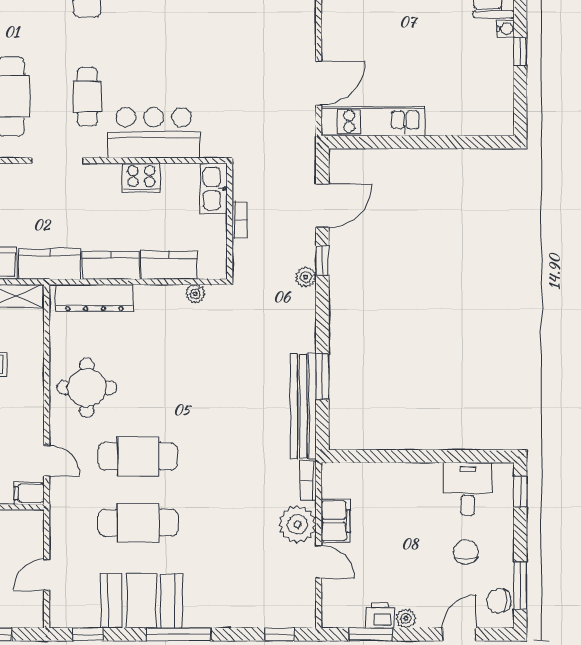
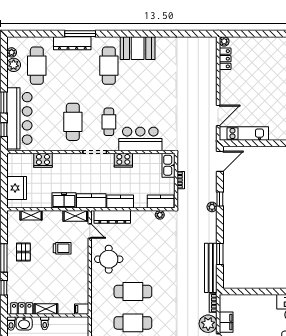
cooker: (141, 178) -> (123, 160), moved
door: (322, 206) -> (220, 161), moved
kitchen counter: (169, 265) -> (161, 201), moved
door: (47, 461) -> (90, 231), moved

